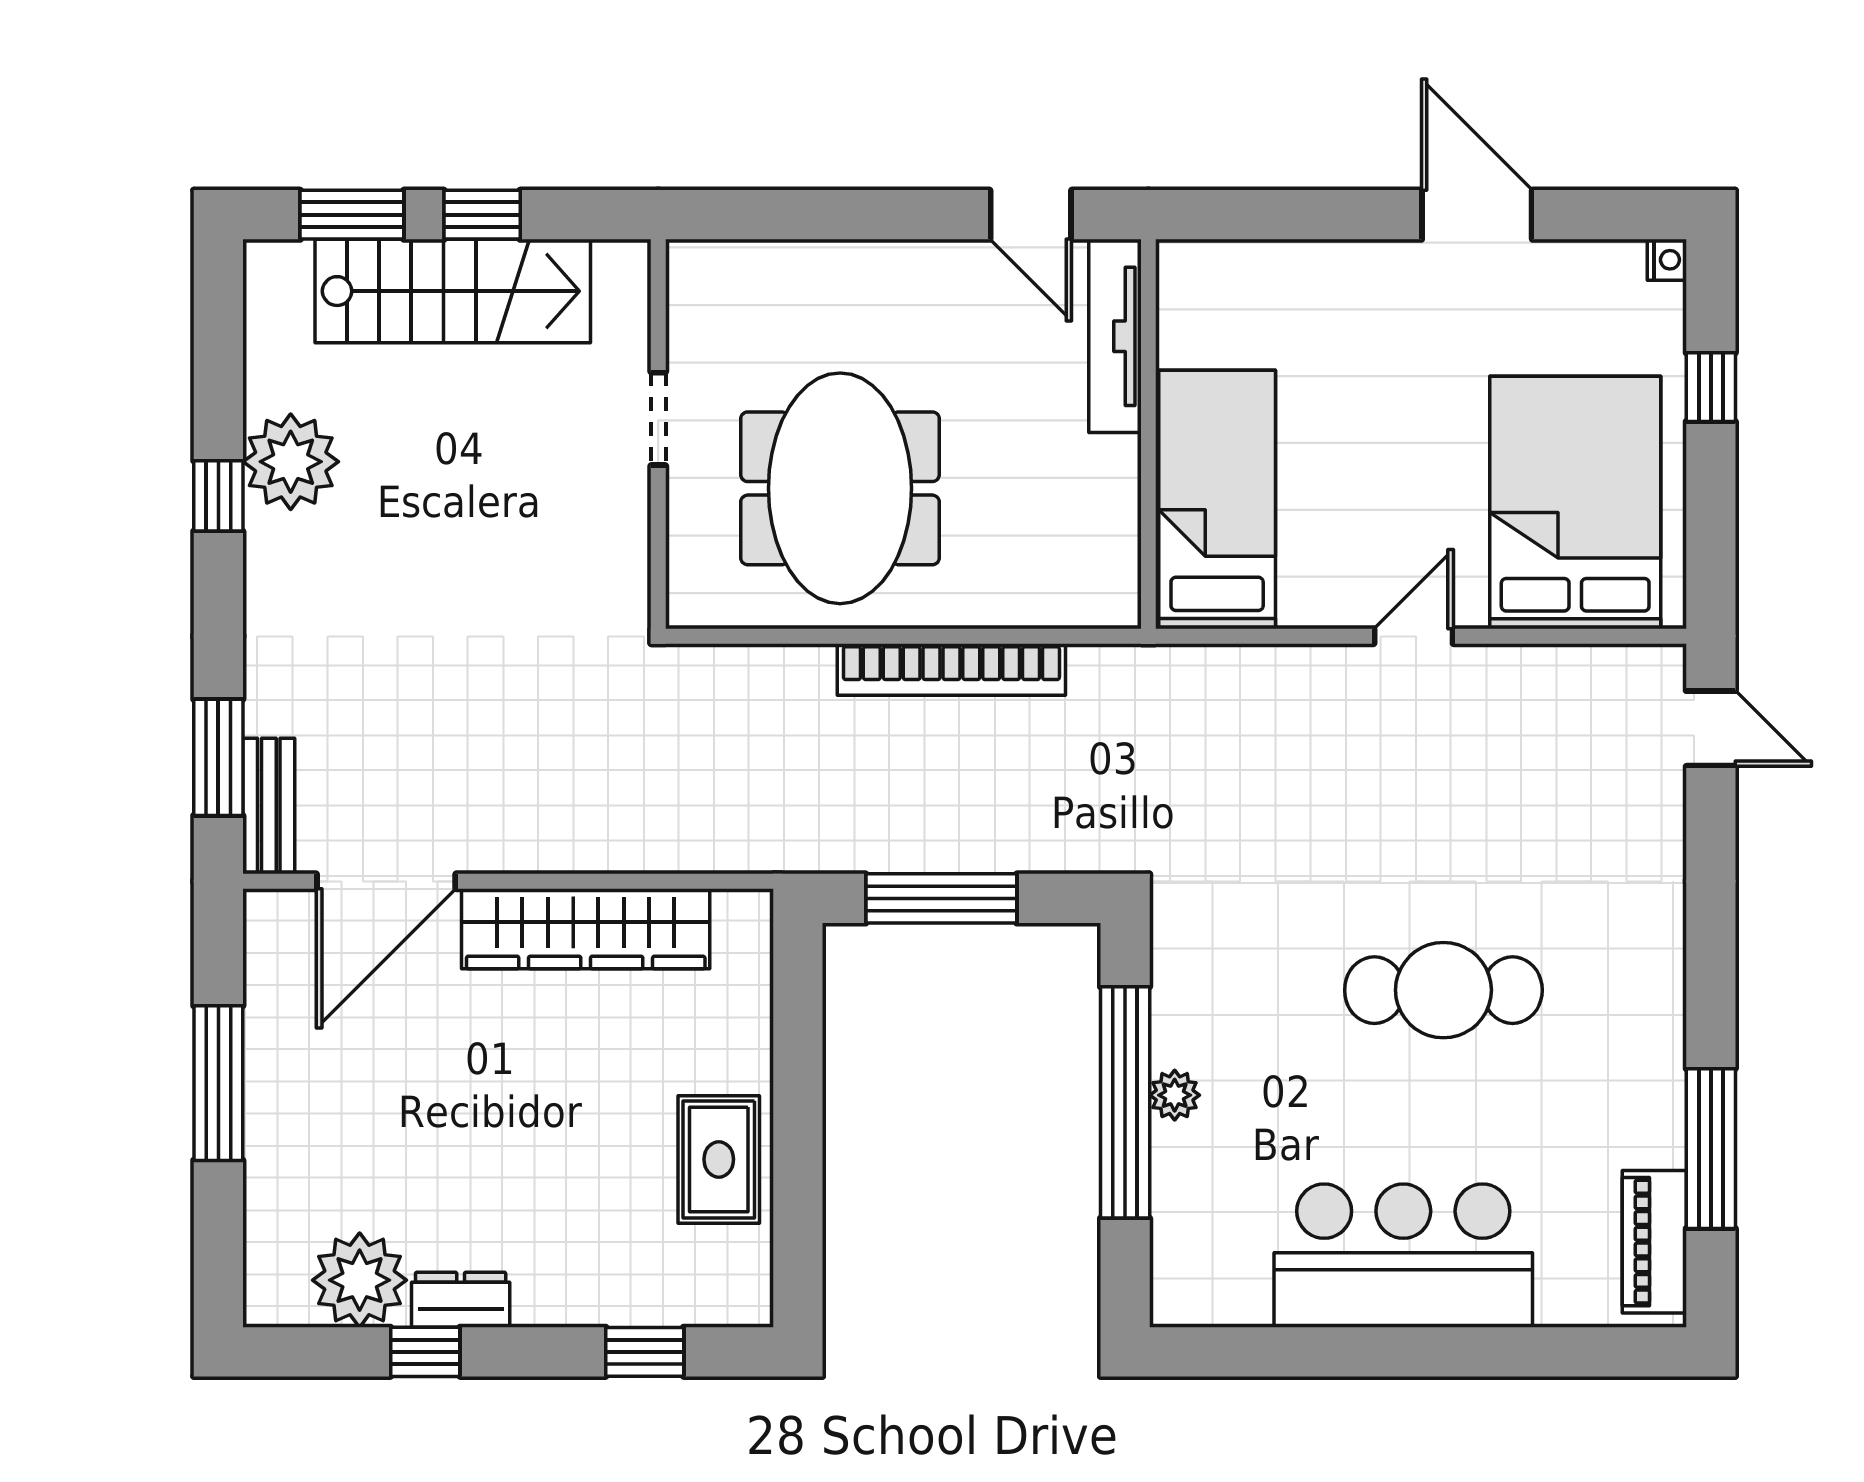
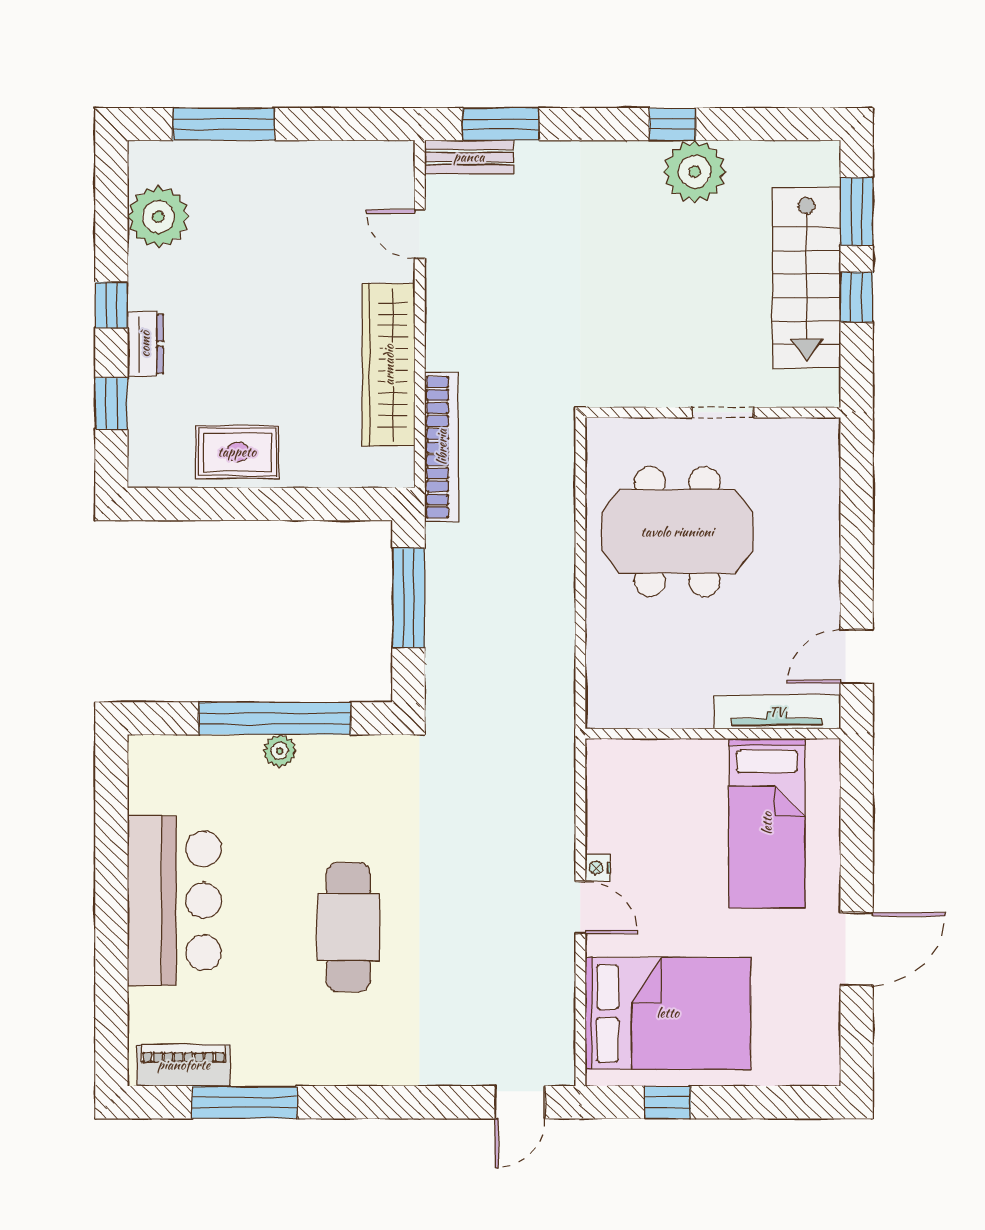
nightstand: (1667, 260) -> (598, 868), moved, turned 90
window: (1711, 387) -> (668, 1102), moved
bed: (1217, 499) -> (767, 823), moved, turned 90
bookcase: (951, 669) -> (442, 447), moved, turned 180
door: (386, 881) -> (420, 234), width x0.53
window: (218, 1083) -> (223, 124), moved
dresser: (461, 1300) -> (145, 344), moved
window: (425, 1352) -> (111, 305), moved

